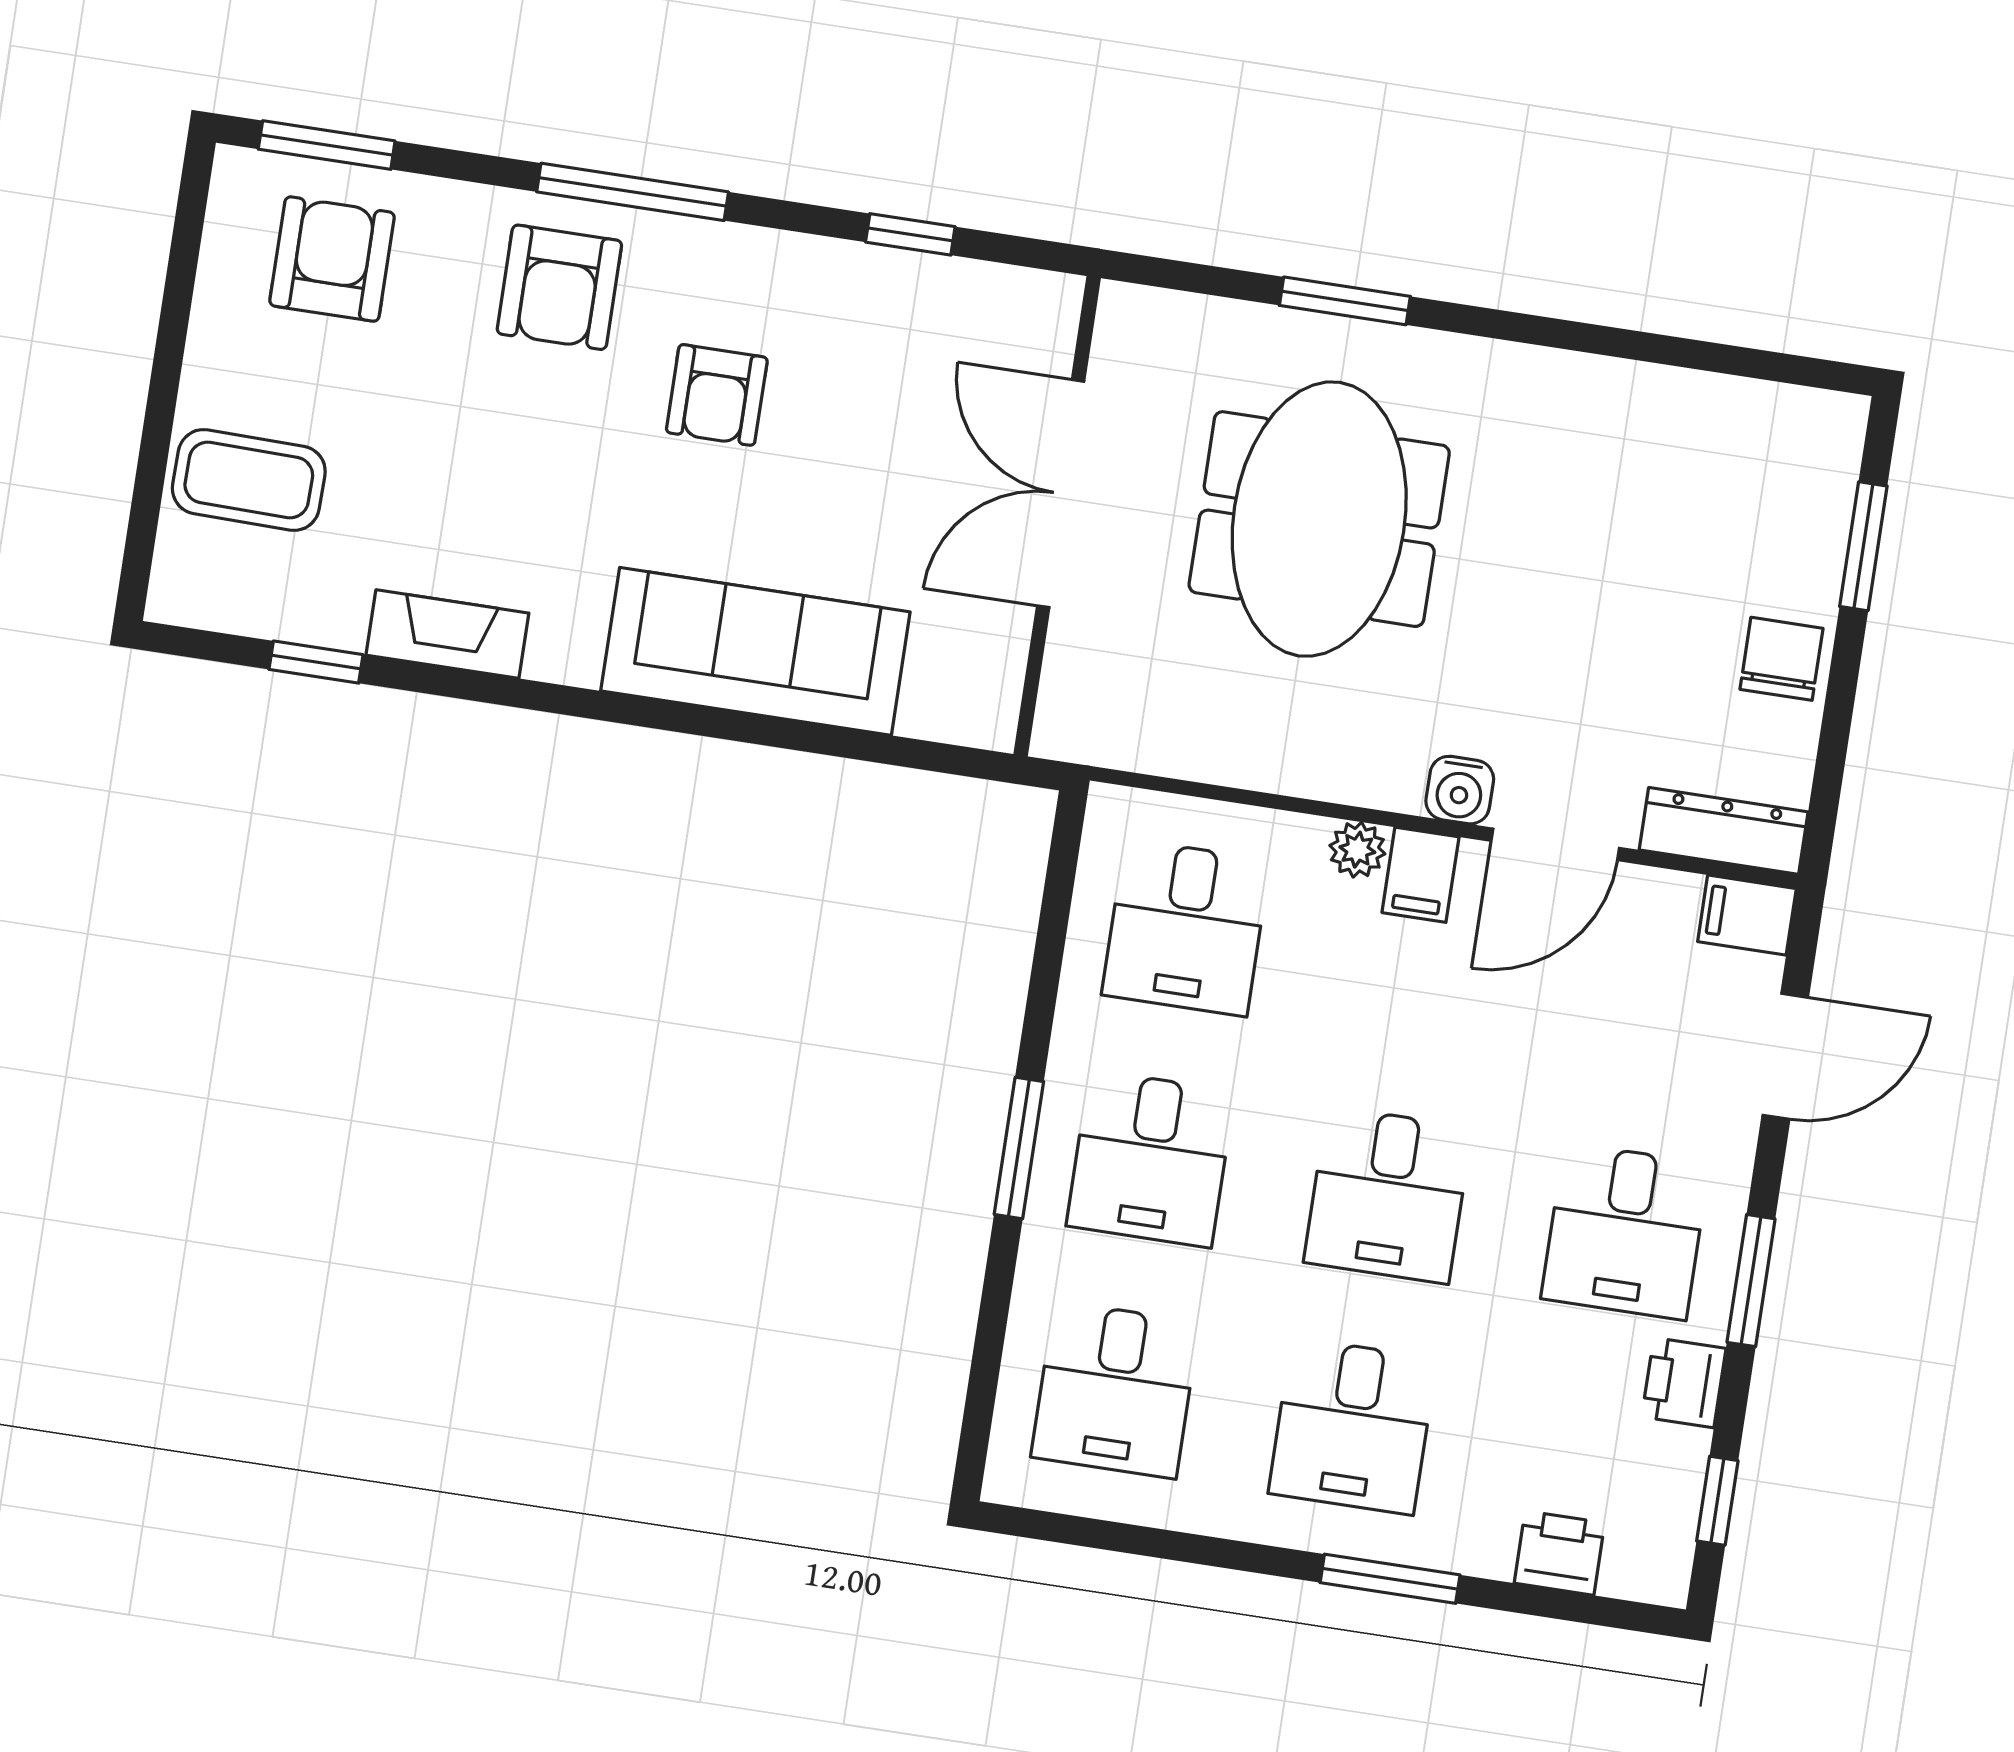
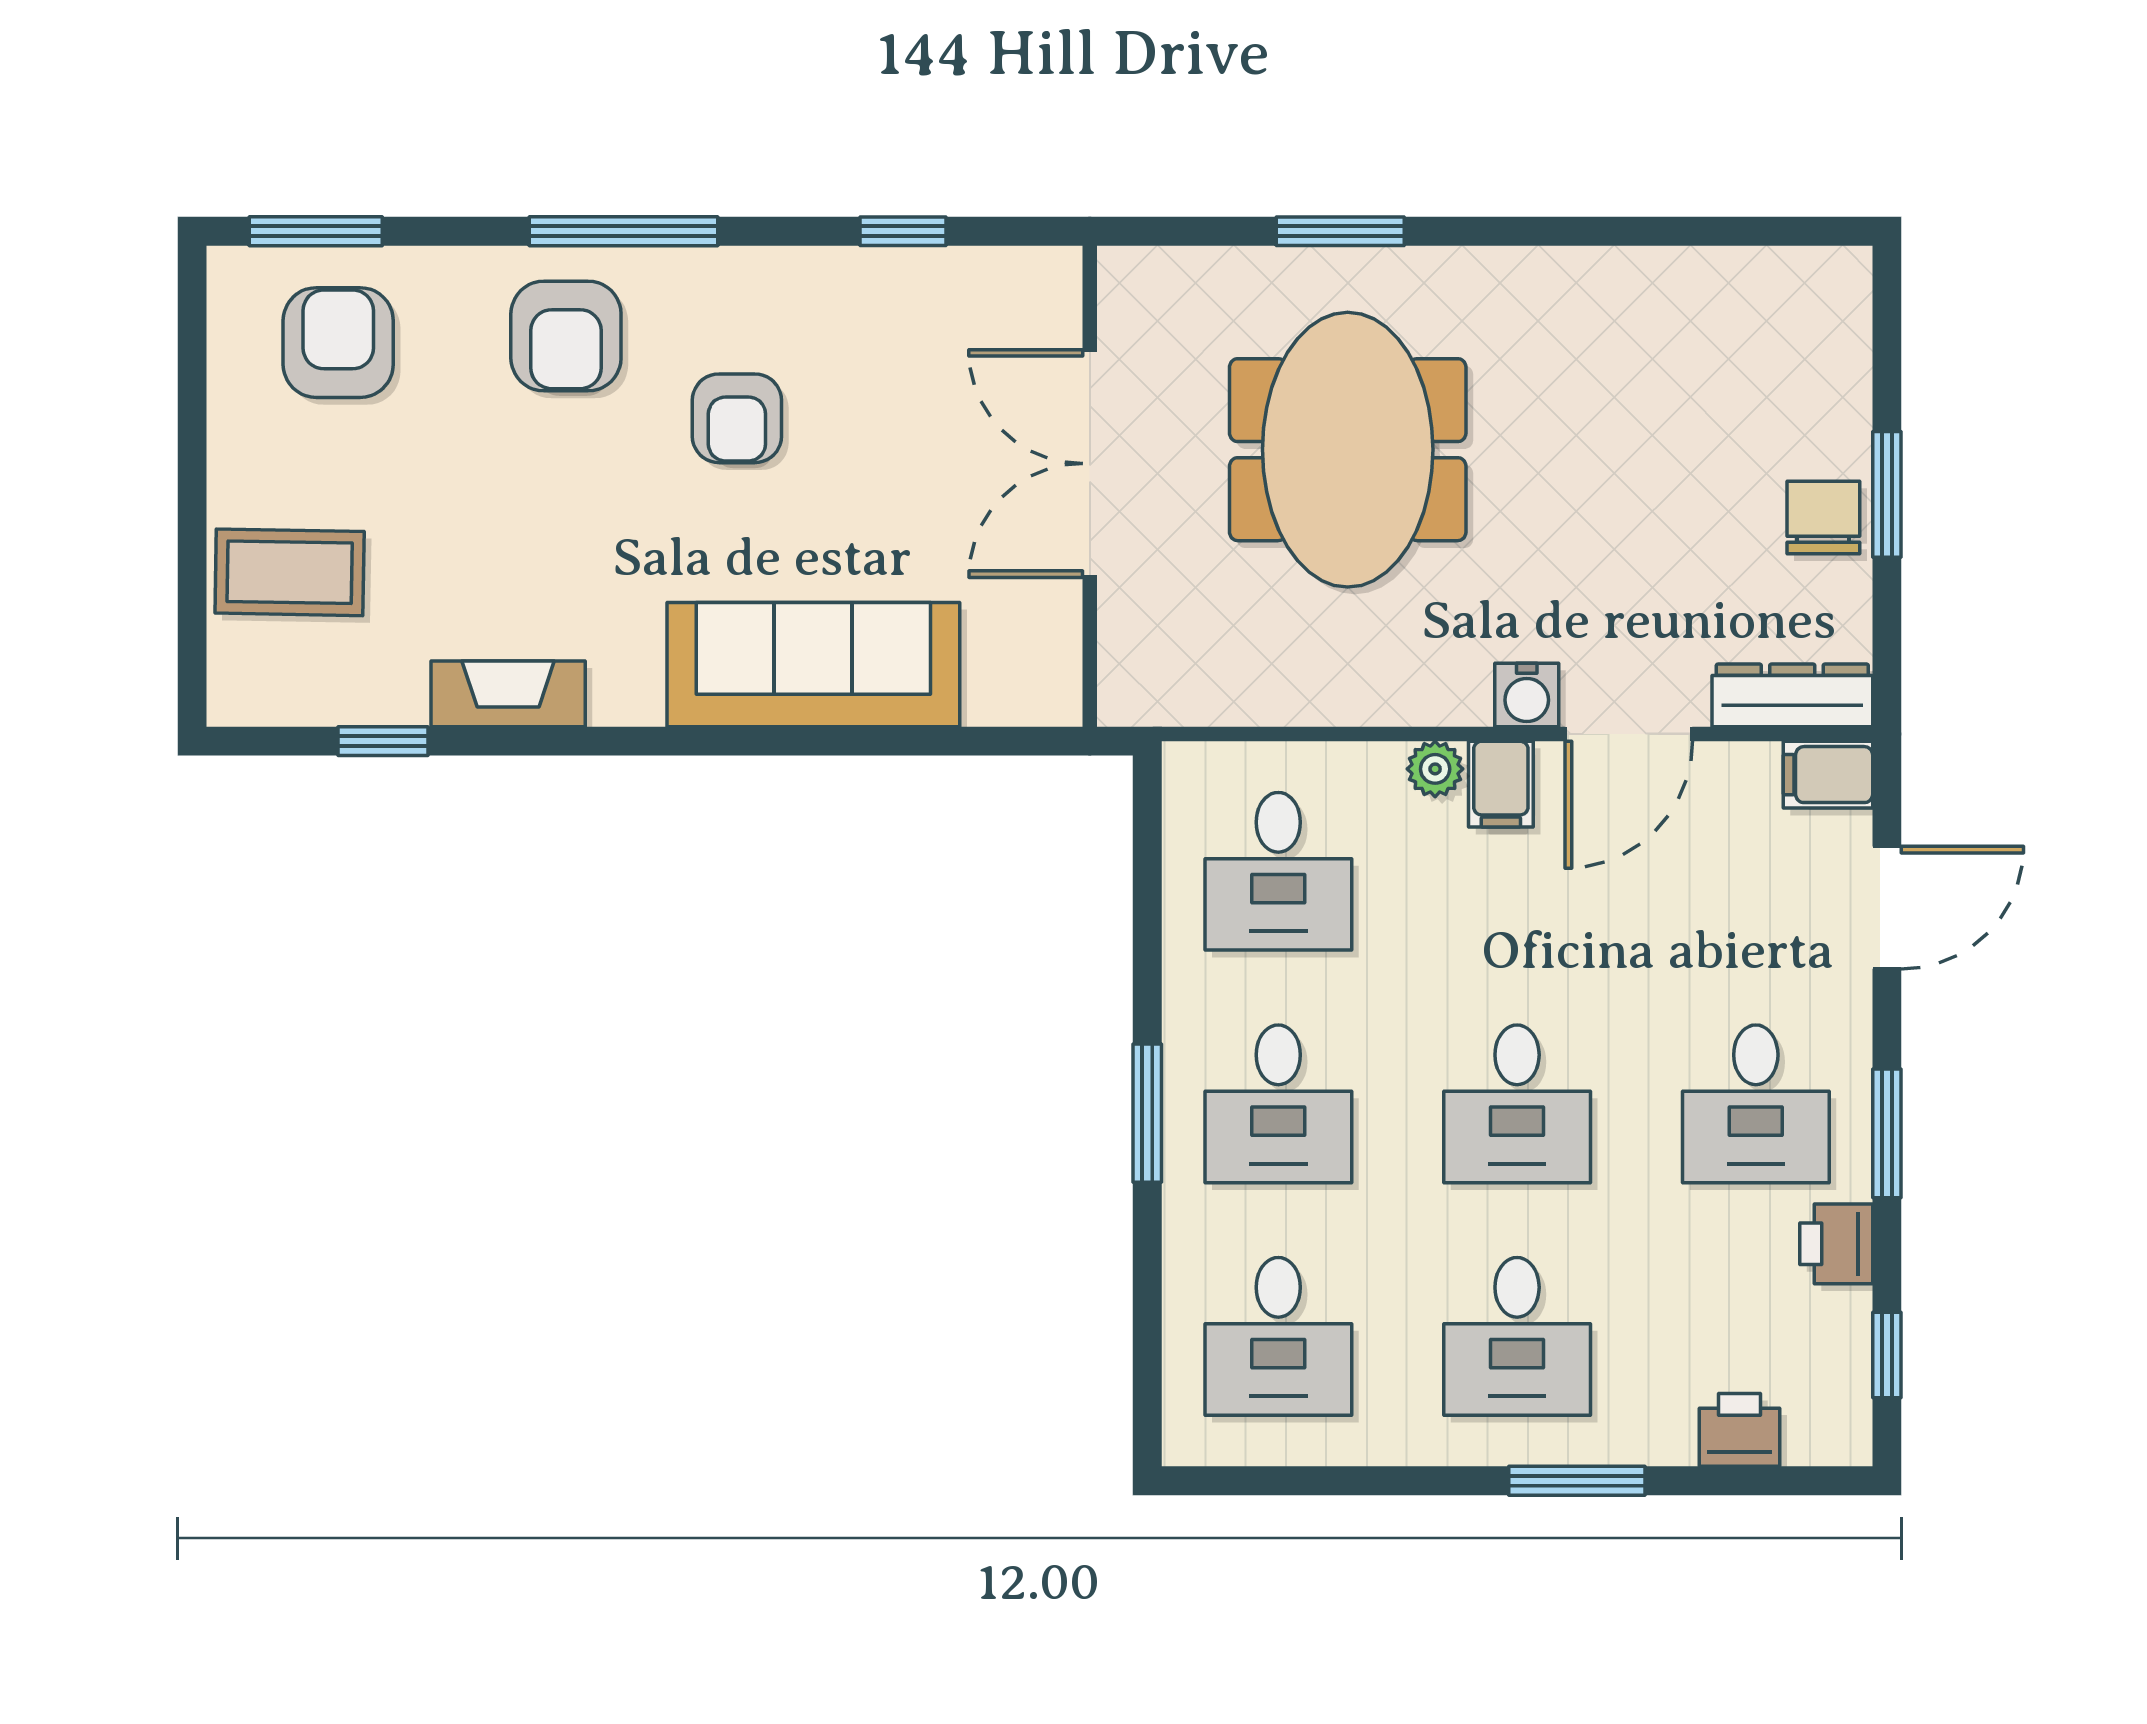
window: (1863, 546) -> (1887, 494), moved

